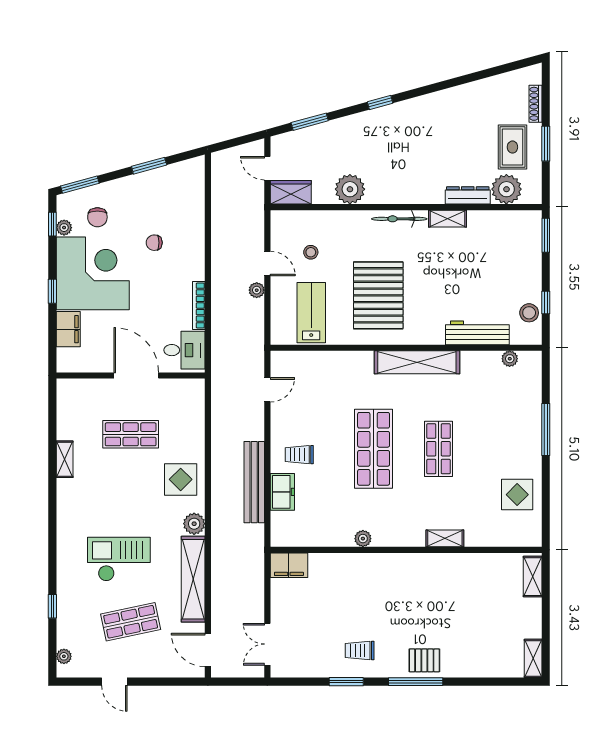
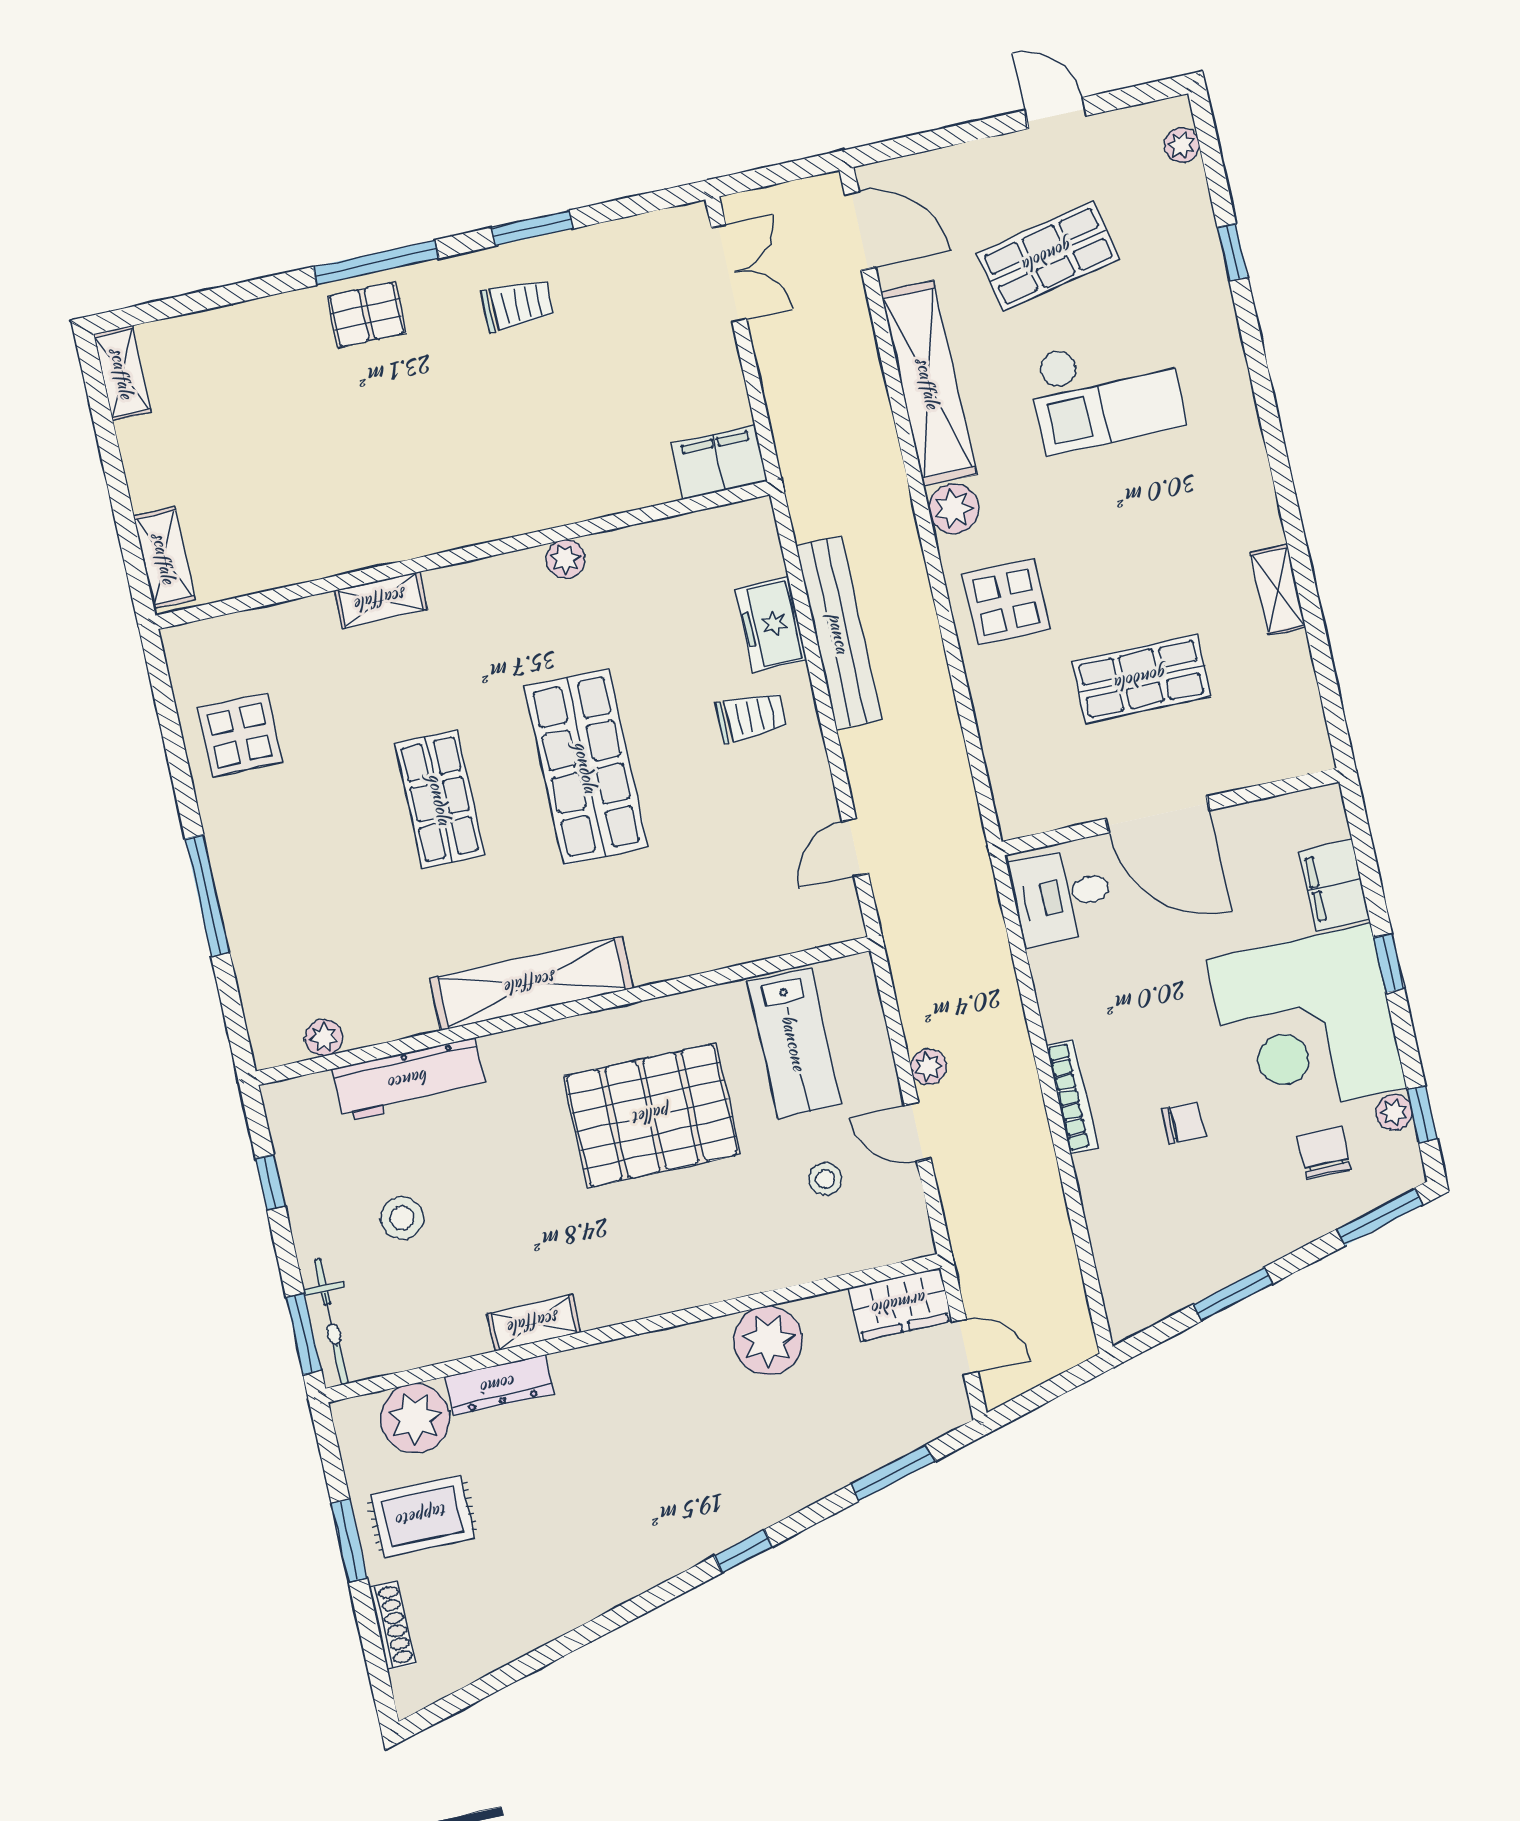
rug: (512, 147) -> (422, 1516), turned 90
bicycle: (399, 219) -> (331, 1322), moved, turned 90
pallet: (378, 295) -> (652, 1115), turned 90
bookcase: (199, 306) -> (1072, 1096), moved
stool: (529, 313) -> (402, 1218), moved

